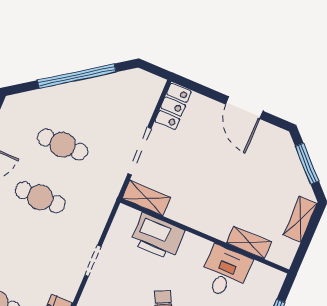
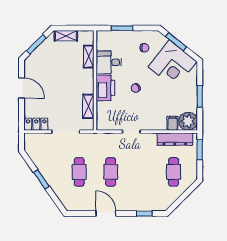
window: (77, 76) -> (42, 179), width x0.47
door: (244, 108) -> (22, 88), hinge flipped
shelving: (146, 198) -> (88, 106), moved
printer: (157, 237) -> (105, 88), moved

